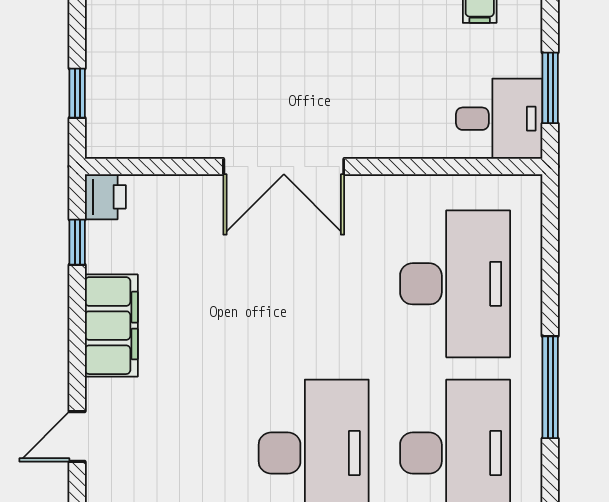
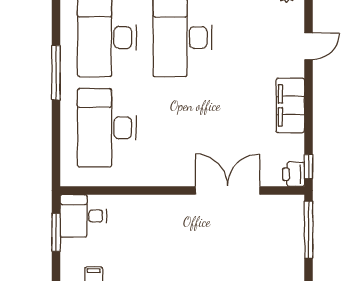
window: (77, 93) -> (309, 230), width x2.17
double door: (284, 166) -> (228, 190), moved
window: (77, 242) -> (309, 166), moved

